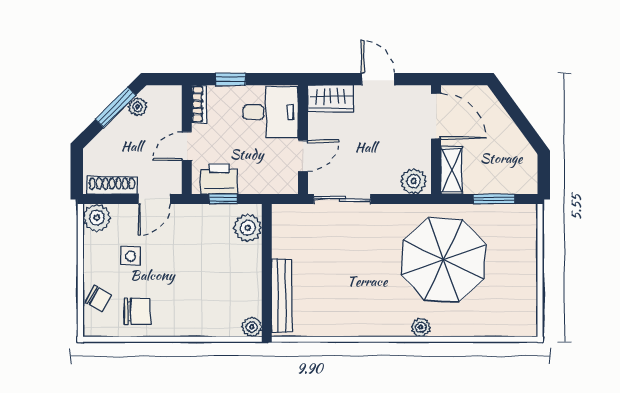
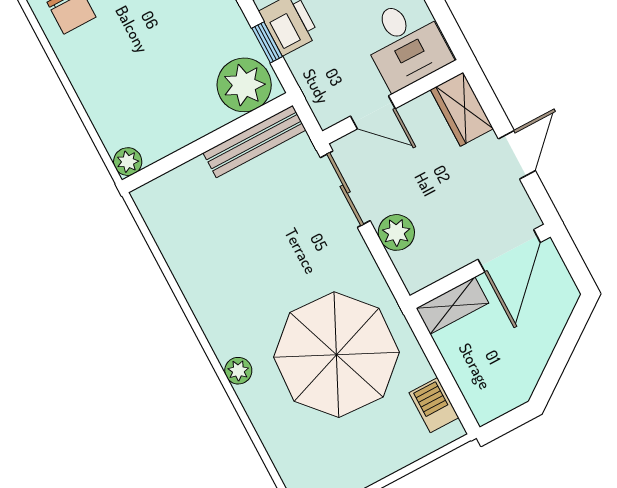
plant: (413, 181) -> (396, 232), moved
window: (494, 199) -> (445, 376), removed
barbecue: (508, 215) -> (434, 405), added
plant: (248, 228) -> (244, 85), width x1.36, depth x1.36
bench: (282, 296) -> (255, 141), moved

